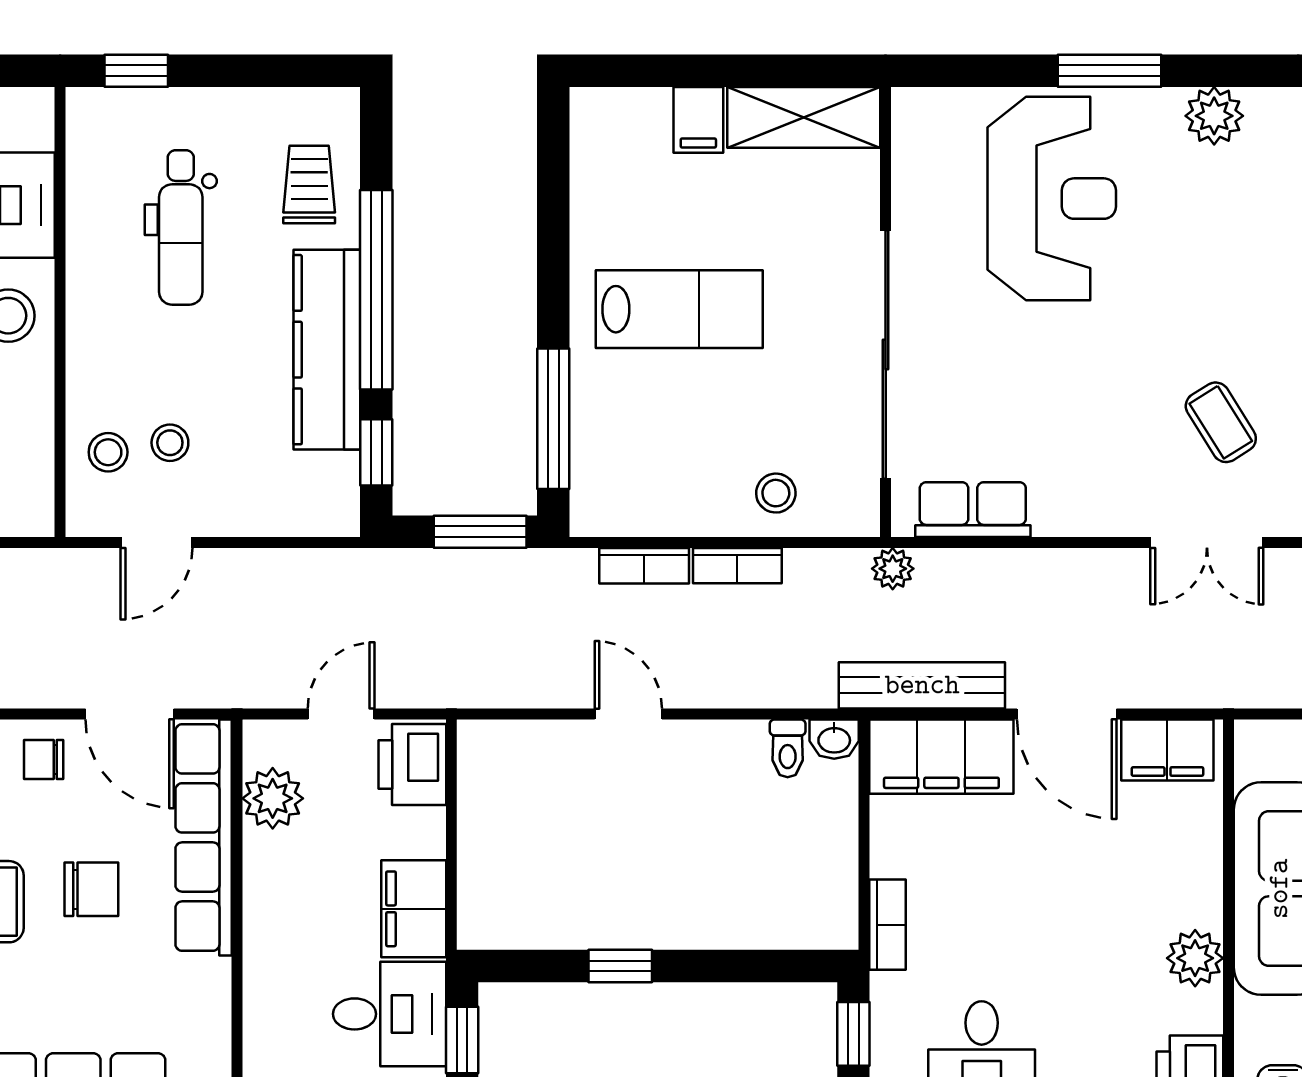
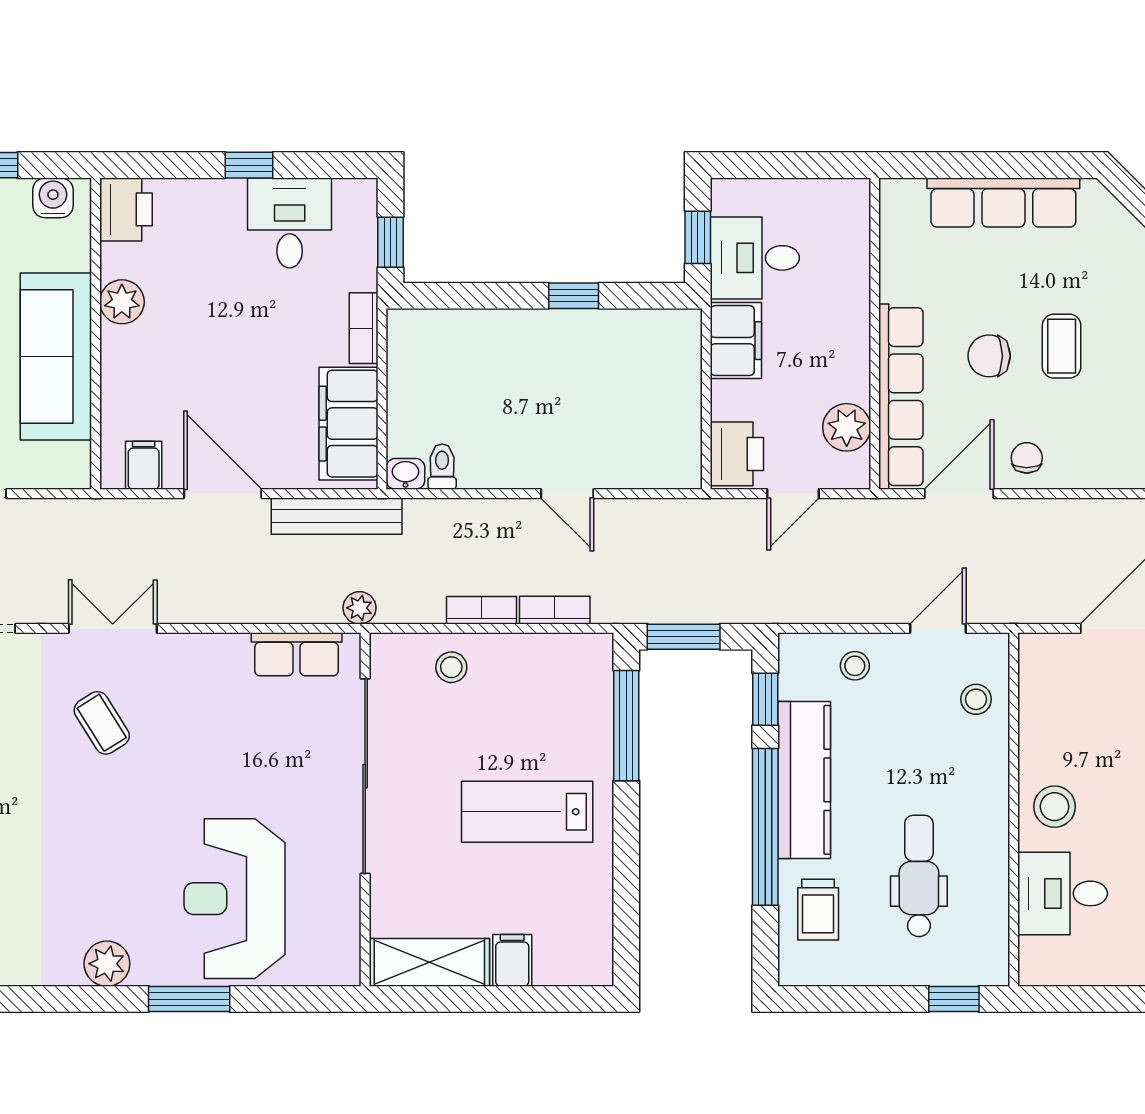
stool: (170, 443) -> (855, 666), moved
door: (130, 714) -> (959, 494), hinge flipped
filing cabinet: (1167, 750) -> (144, 465), width x0.50
filing cabinet: (941, 757) -> (348, 424), moved, turned -90
chair: (44, 760) -> (1027, 458), turned -90

